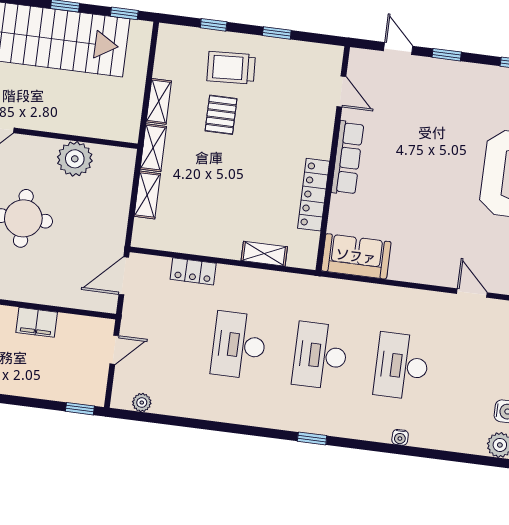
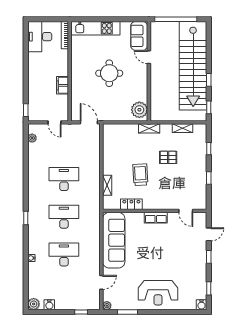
trolley: (231, 68) -> (140, 175), moved
door: (341, 92) -> (186, 211), hinge flipped
shelving: (159, 101) -> (182, 128), moved
row of seats: (348, 158) -> (156, 218), width x0.68
plant: (75, 159) -> (139, 110), moved
shelving: (147, 195) -> (127, 128), removed
locker: (314, 195) -> (131, 204), width x0.66
sofa: (356, 256) -> (114, 240), width x1.85, depth x1.27
locker: (193, 271) -> (95, 154), removed

